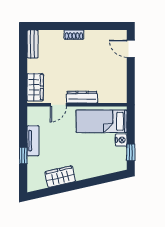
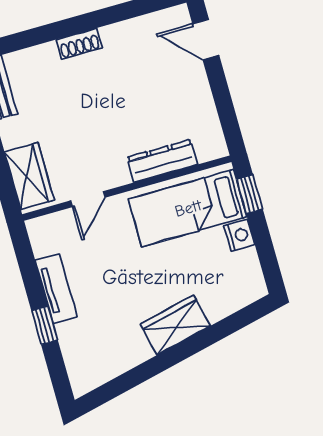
dresser: (82, 97) -> (162, 161), moved
window: (131, 152) -> (250, 194), moved
wardrobe: (60, 177) -> (175, 325), moved

